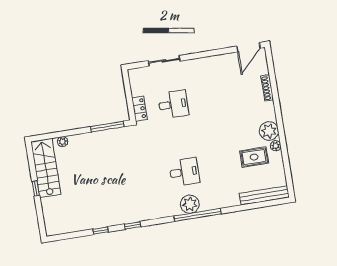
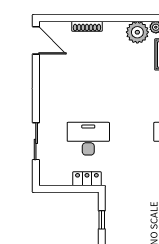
desk: (173, 104) -> (88, 139), width x1.37
window: (107, 127) -> (102, 220), width x0.46

